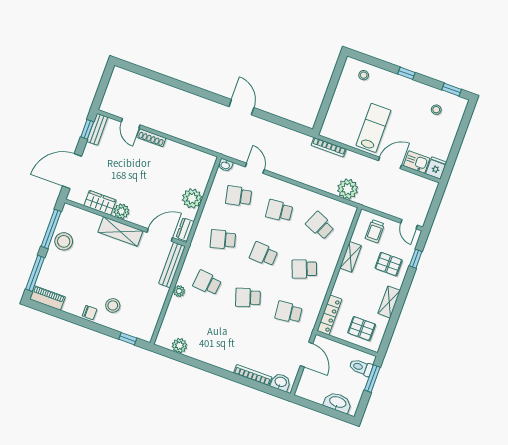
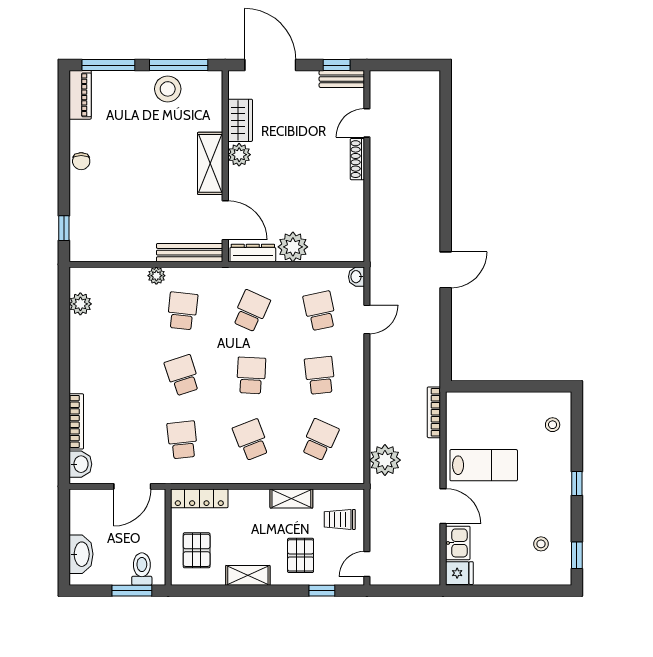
dresser: (185, 229) -> (253, 253), width x1.44
school desk: (223, 239) -> (251, 311), turned 39
stool: (113, 305) -> (103, 190), removed

